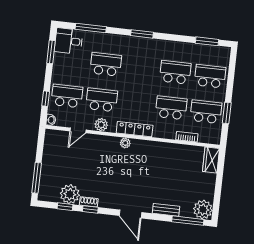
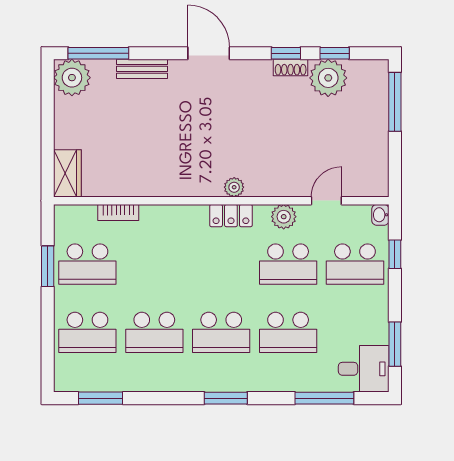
school desk: (171, 108) -> (221, 332), moved
locker: (135, 129) -> (231, 216), width x0.66

